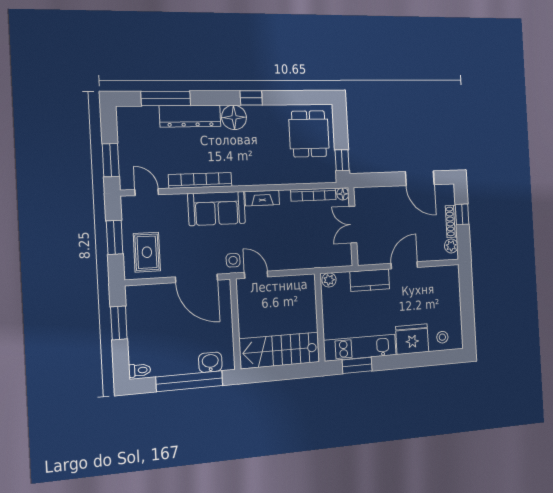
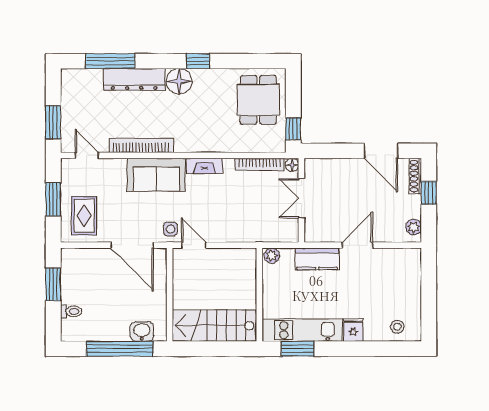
shoe rack: (451, 221) -> (415, 176), moved
fridge: (412, 339) -> (353, 330), width x0.53, depth x0.75
toilet: (140, 370) -> (71, 311), moved

